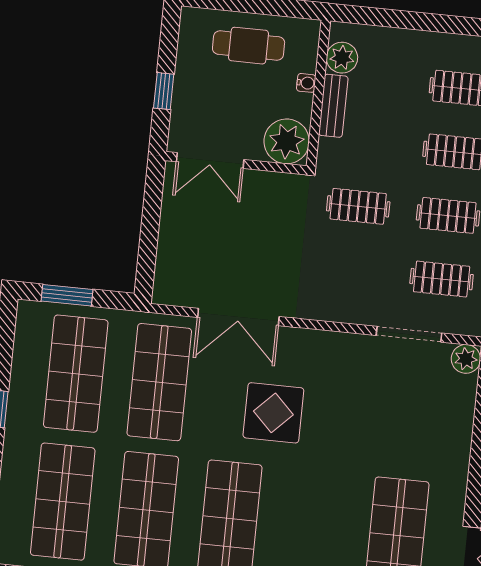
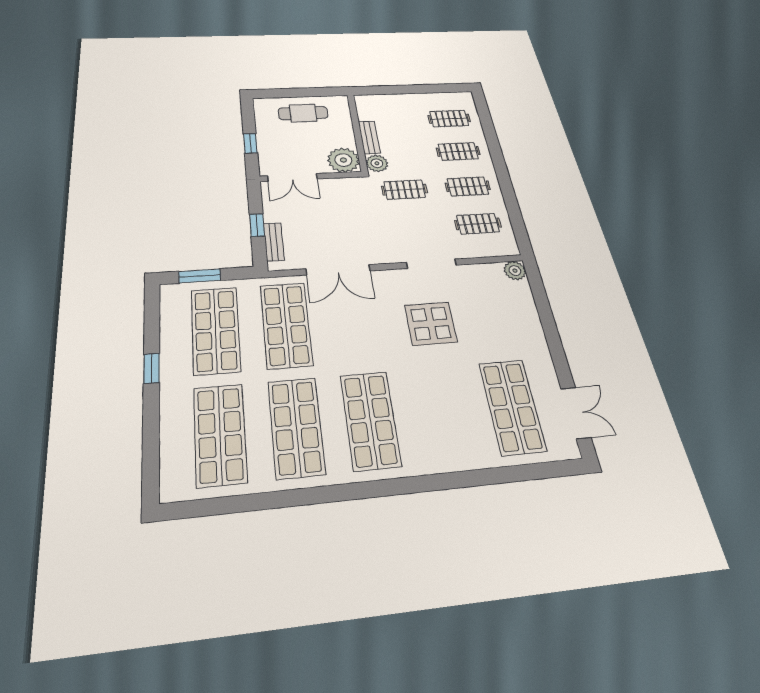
plant: (342, 58) -> (377, 163), moved
water cooler: (306, 83) -> (347, 128), removed
window: (149, 231) -> (257, 225), added
bench: (166, 261) -> (274, 242), added
doorway: (409, 334) -> (431, 264), moved
display table: (273, 413) -> (431, 324), moved

